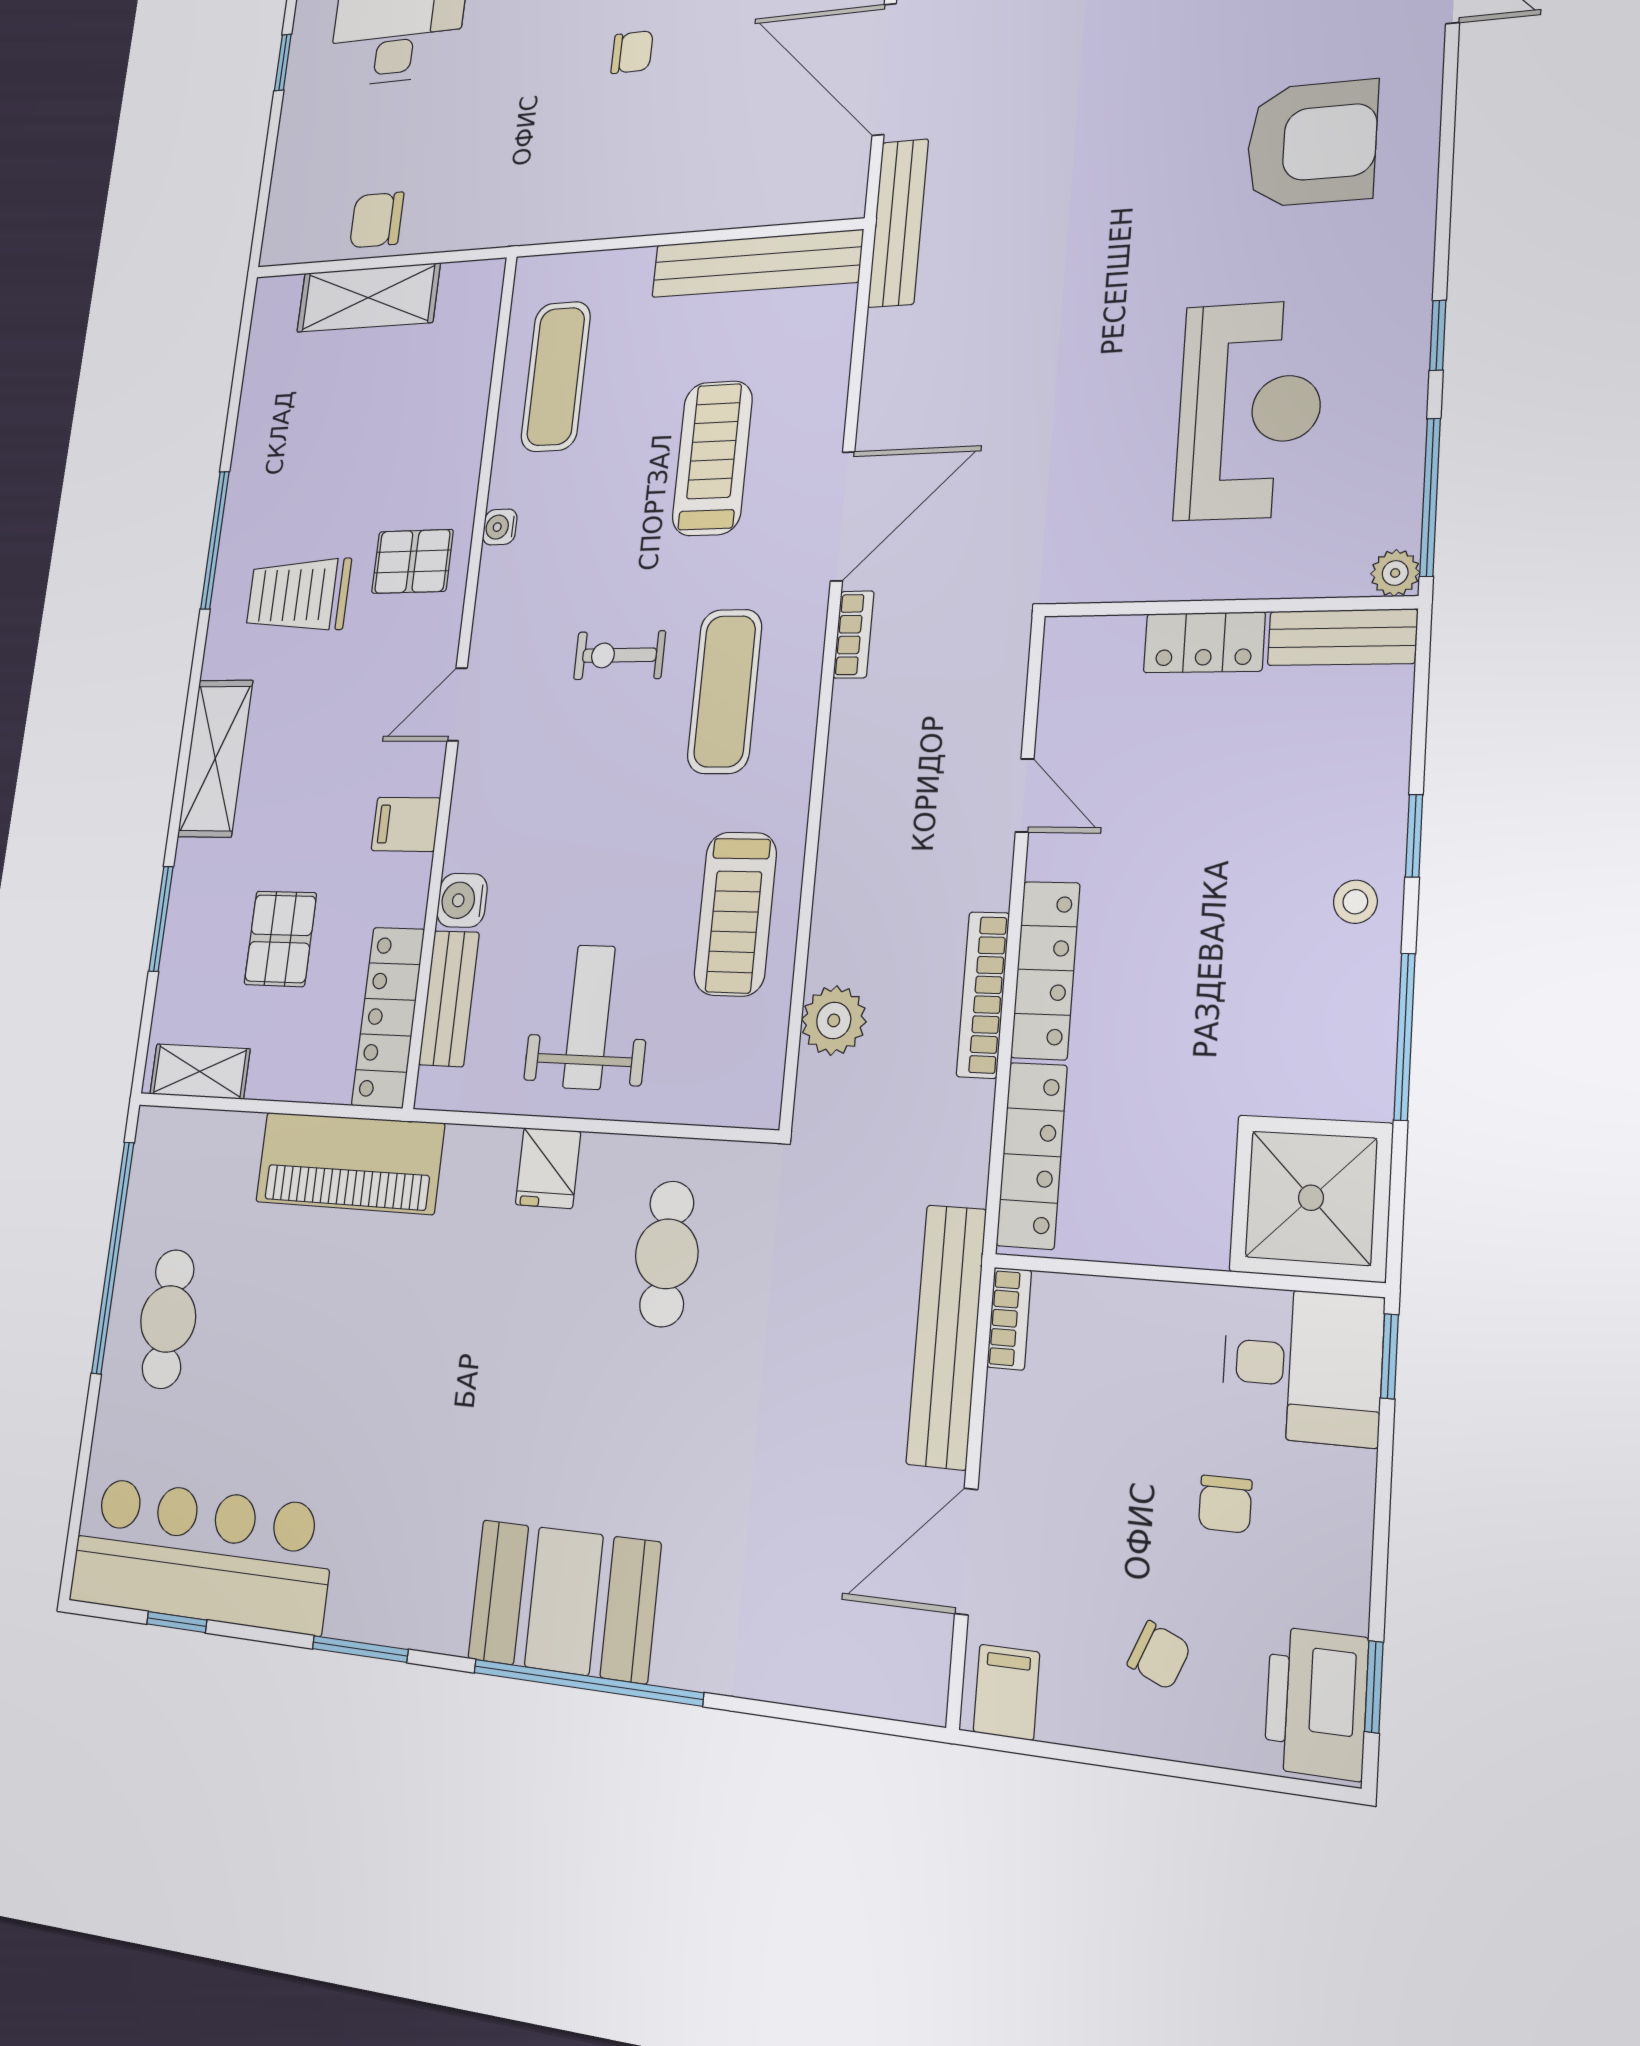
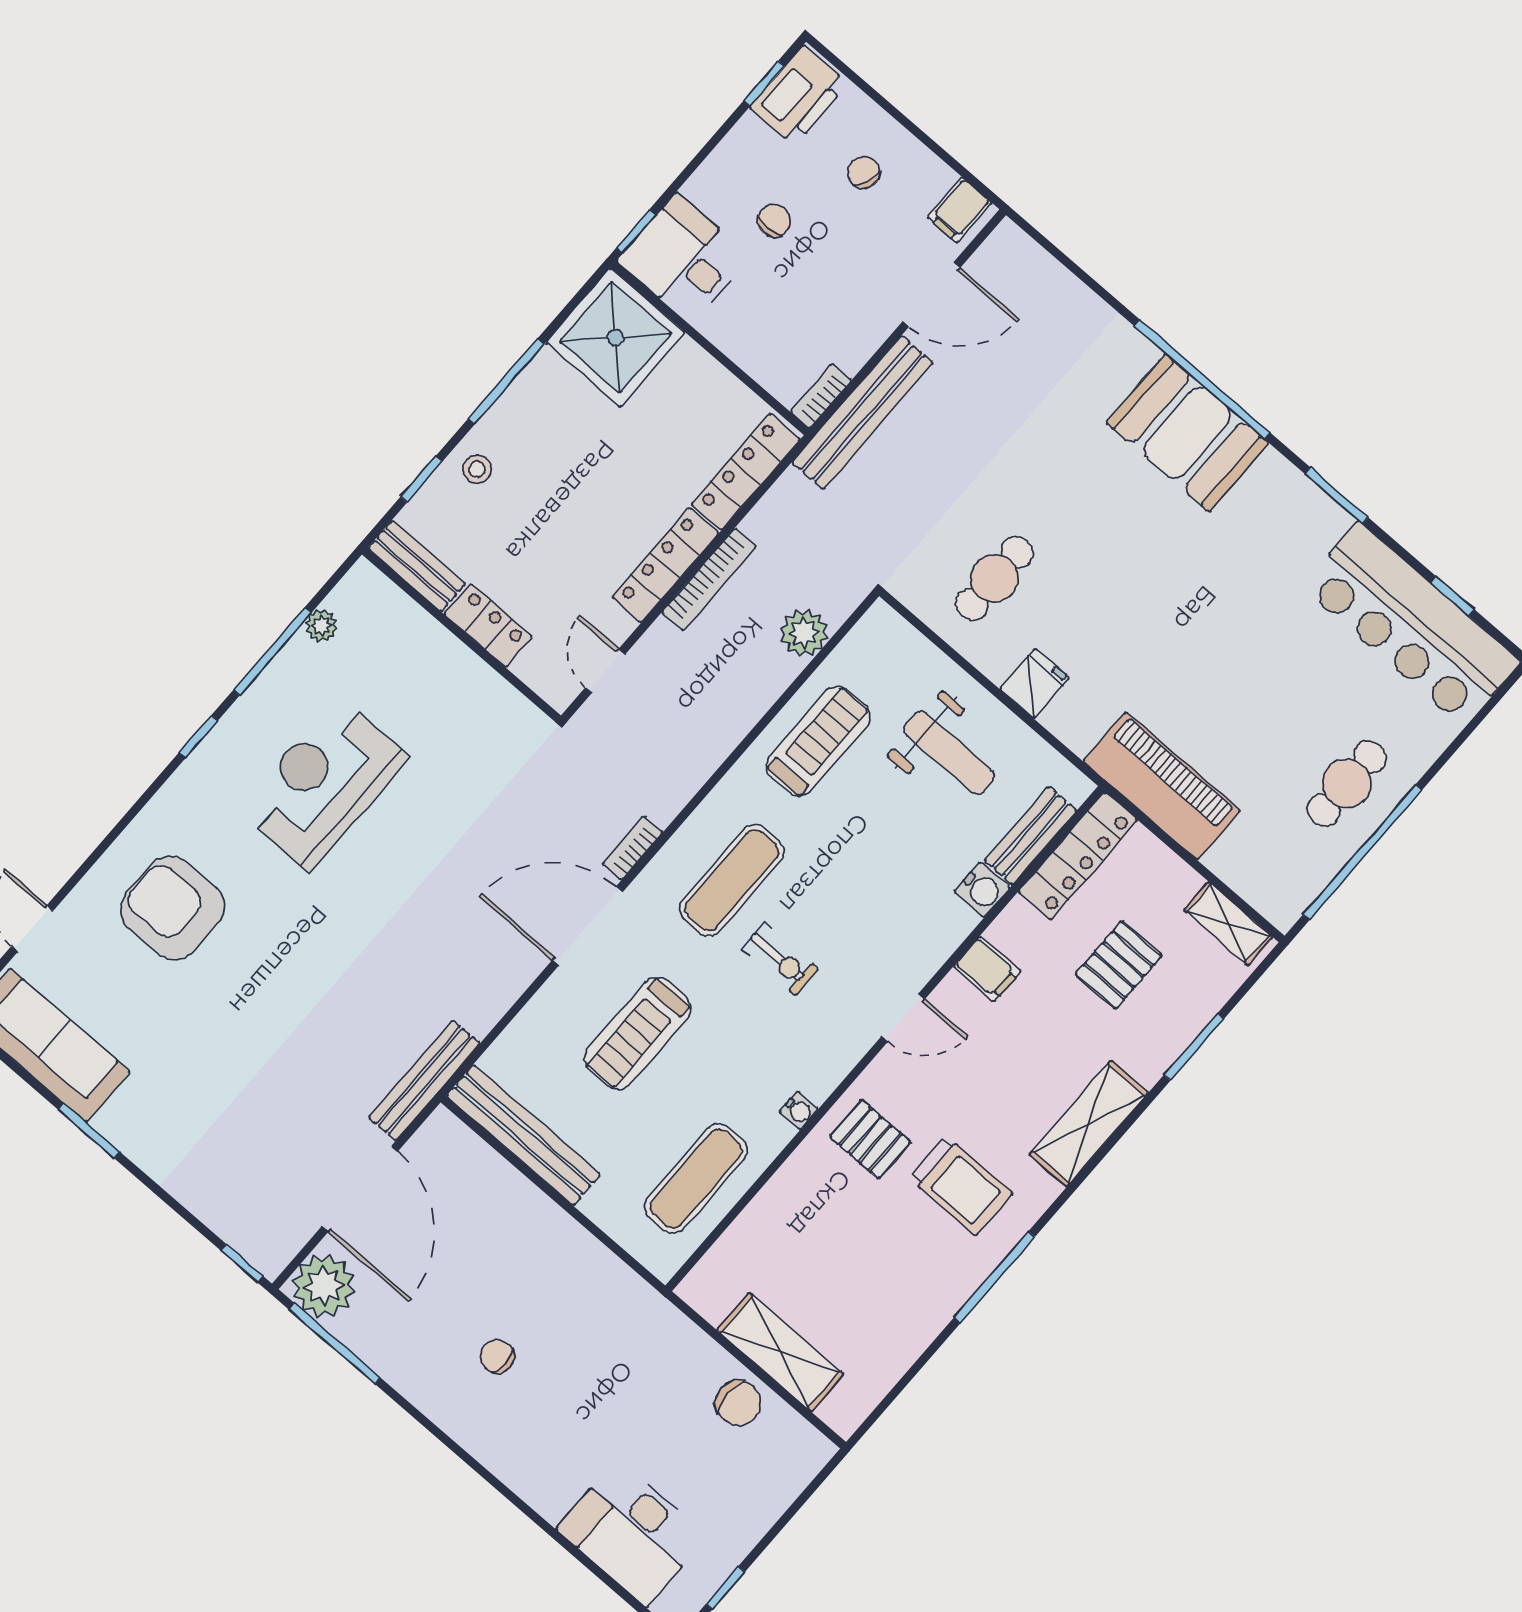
wall: (1227, 606) -> (461, 635), moved
bench: (1342, 637) -> (417, 566), moved
locker: (1204, 642) -> (488, 625), moved
weight bench: (589, 1017) -> (949, 752), turned -90

